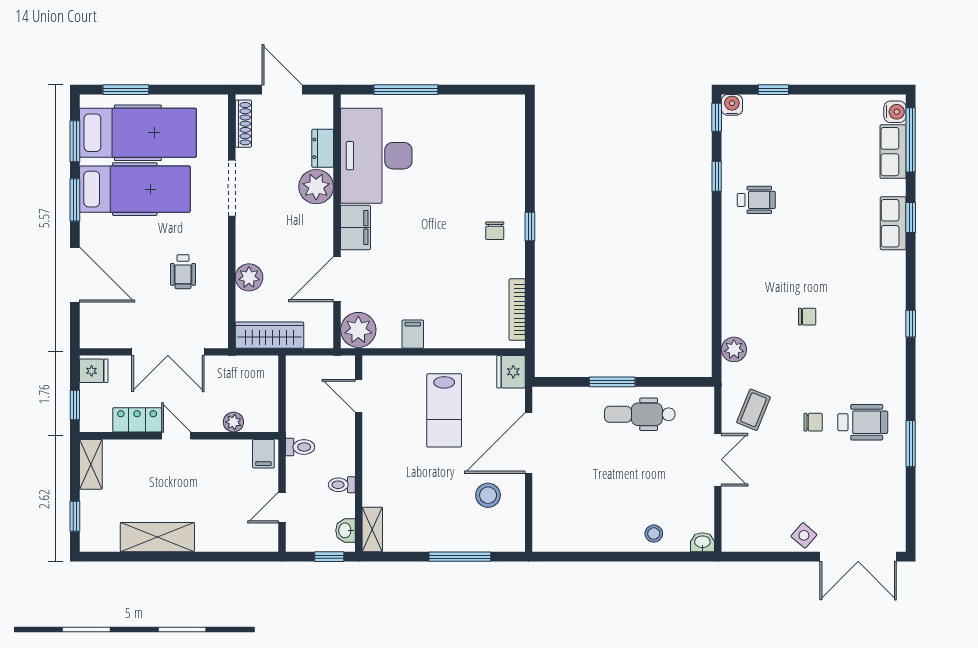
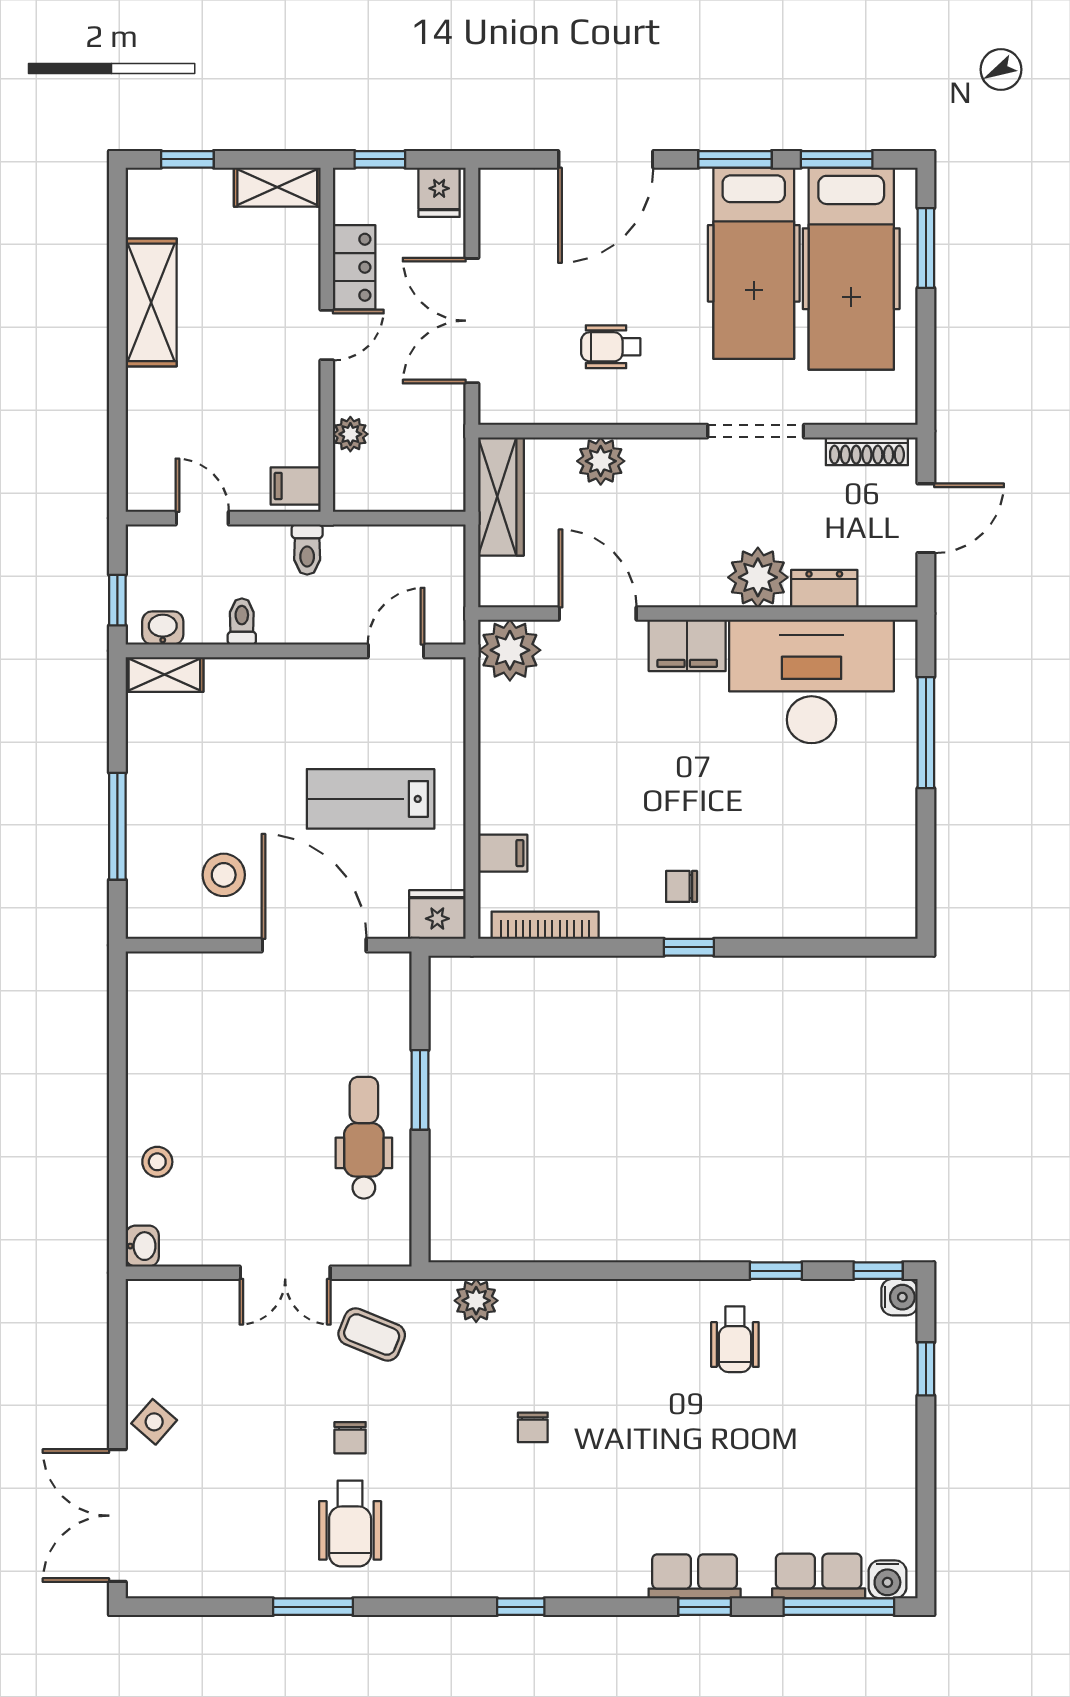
filing cabinet: (413, 334) -> (503, 853), moved

